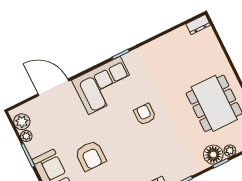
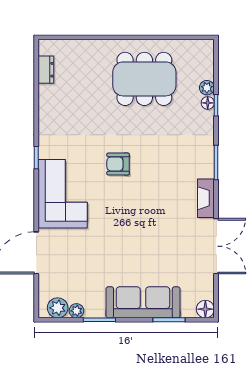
dresser: (198, 25) -> (46, 70), moved
floor lamp: (213, 155) -> (208, 103), width x0.53, depth x0.53
armchair: (91, 156) -> (135, 249), removed

